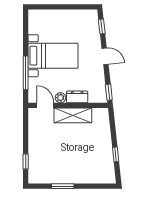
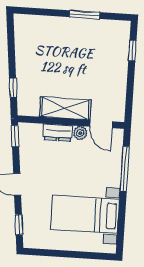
bed with nightstands: (53, 56) -> (85, 214), moved
window: (116, 154) -> (13, 88), moved

